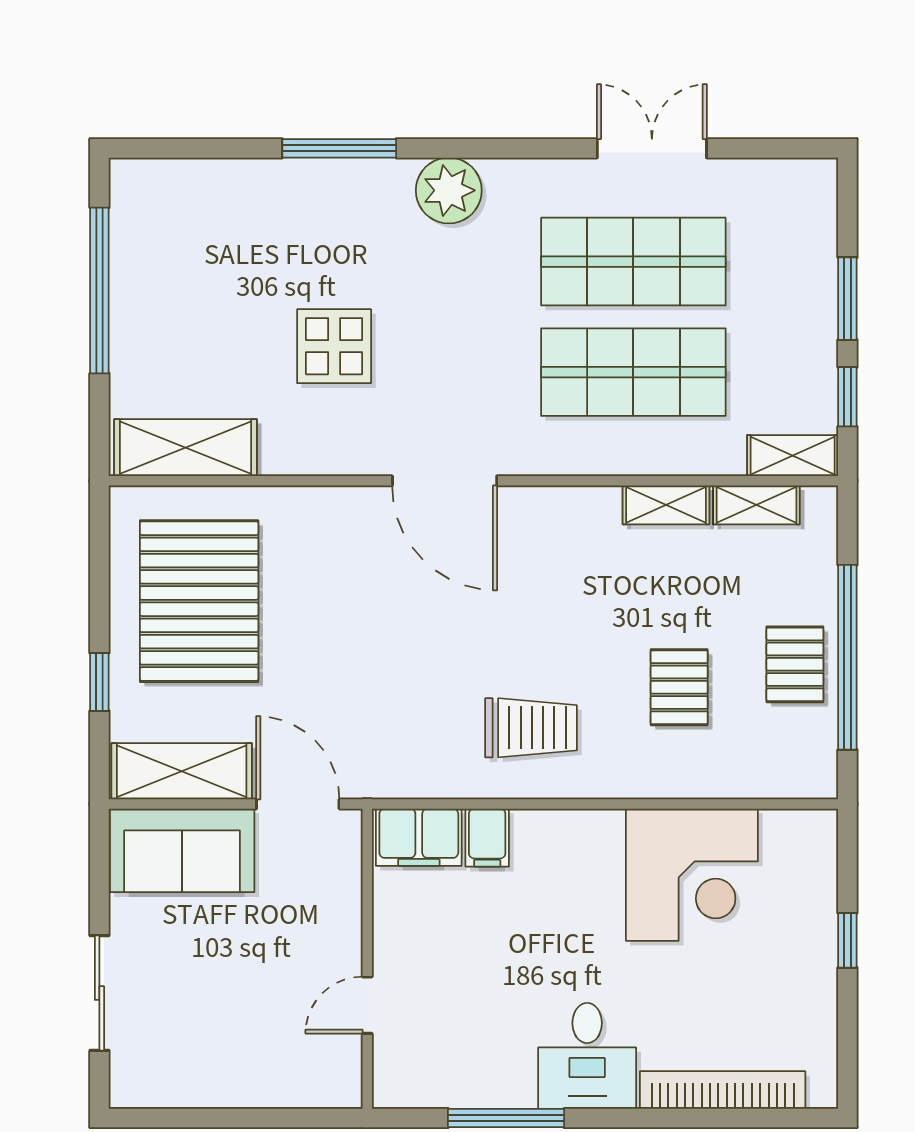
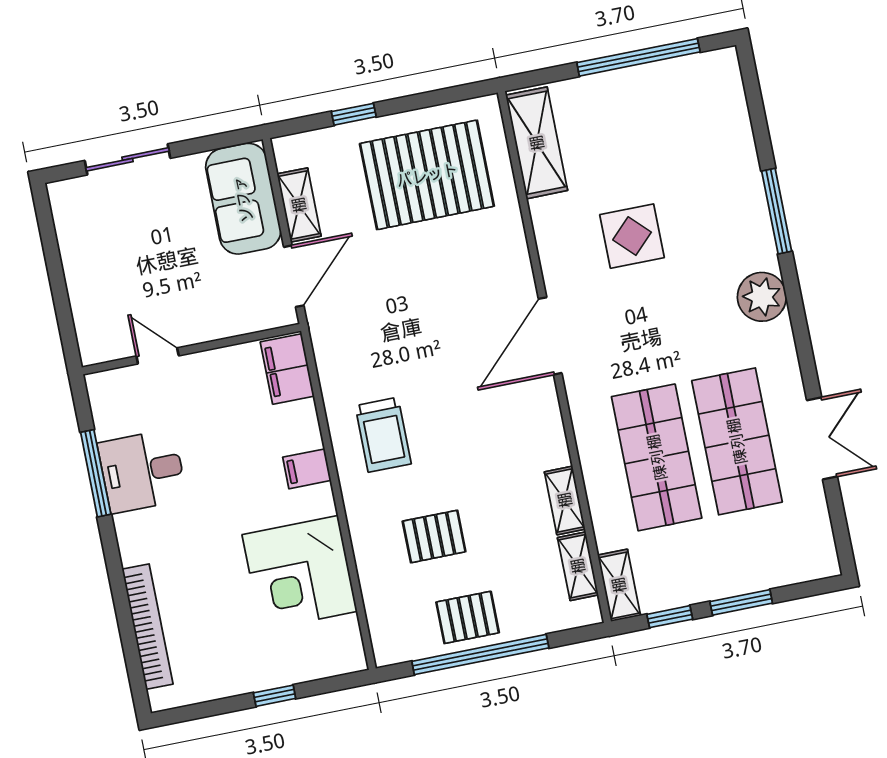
shelving: (182, 771) -> (299, 205), width x0.67, depth x0.75
filing cabinet: (487, 838) -> (307, 469), moved
desk: (587, 1056) -> (142, 471), moved

